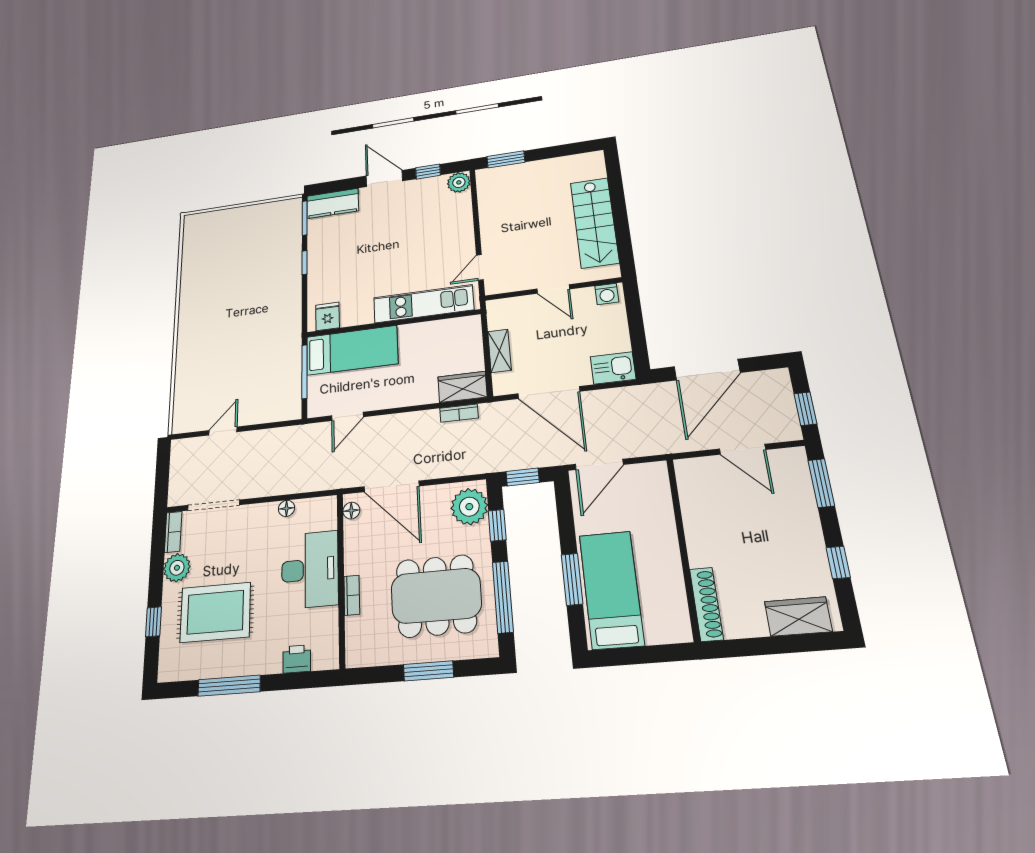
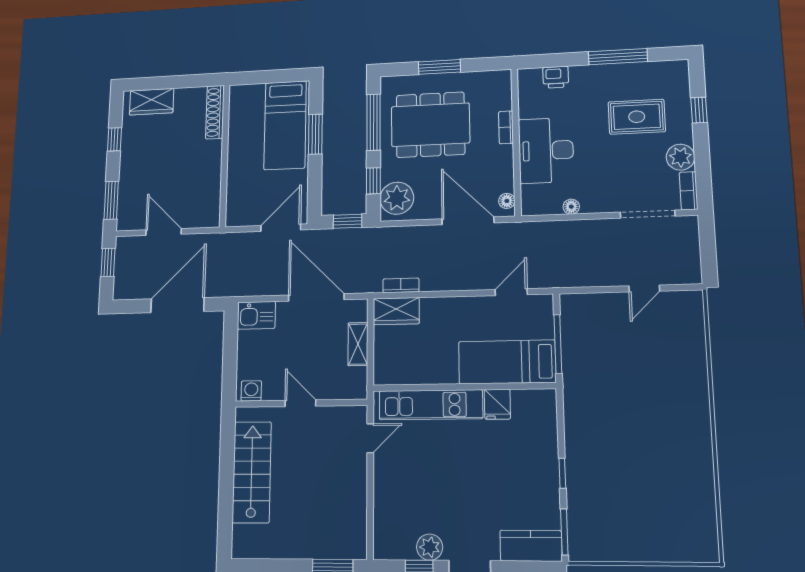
plant: (459, 182) -> (430, 547), moved
fridge: (327, 316) -> (497, 404), moved
rug: (215, 612) -> (637, 117), width x0.73, depth x0.70

